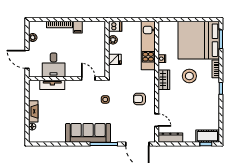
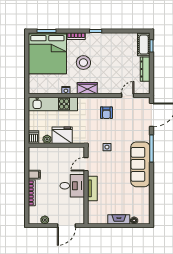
fridge: (115, 59) -> (62, 135), width x1.88, depth x1.34
desk: (54, 65) -> (72, 186), moved
tv unit: (52, 85) -> (92, 188), moved
dresser: (170, 138) -> (145, 69), moved

